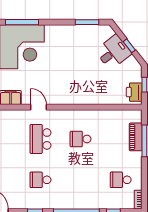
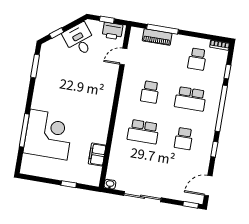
window: (129, 46) -> (57, 33), moved
desk: (113, 52) -> (79, 40), moved
door: (38, 107) -> (123, 56), moved
school desk: (81, 180) -> (190, 99), added

